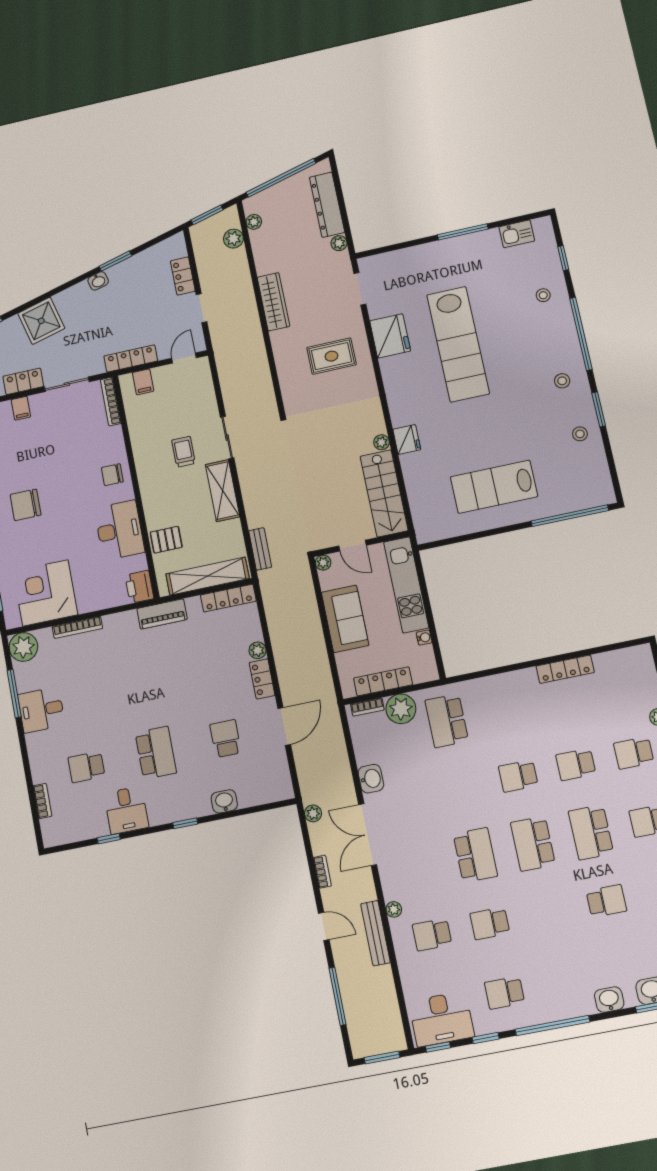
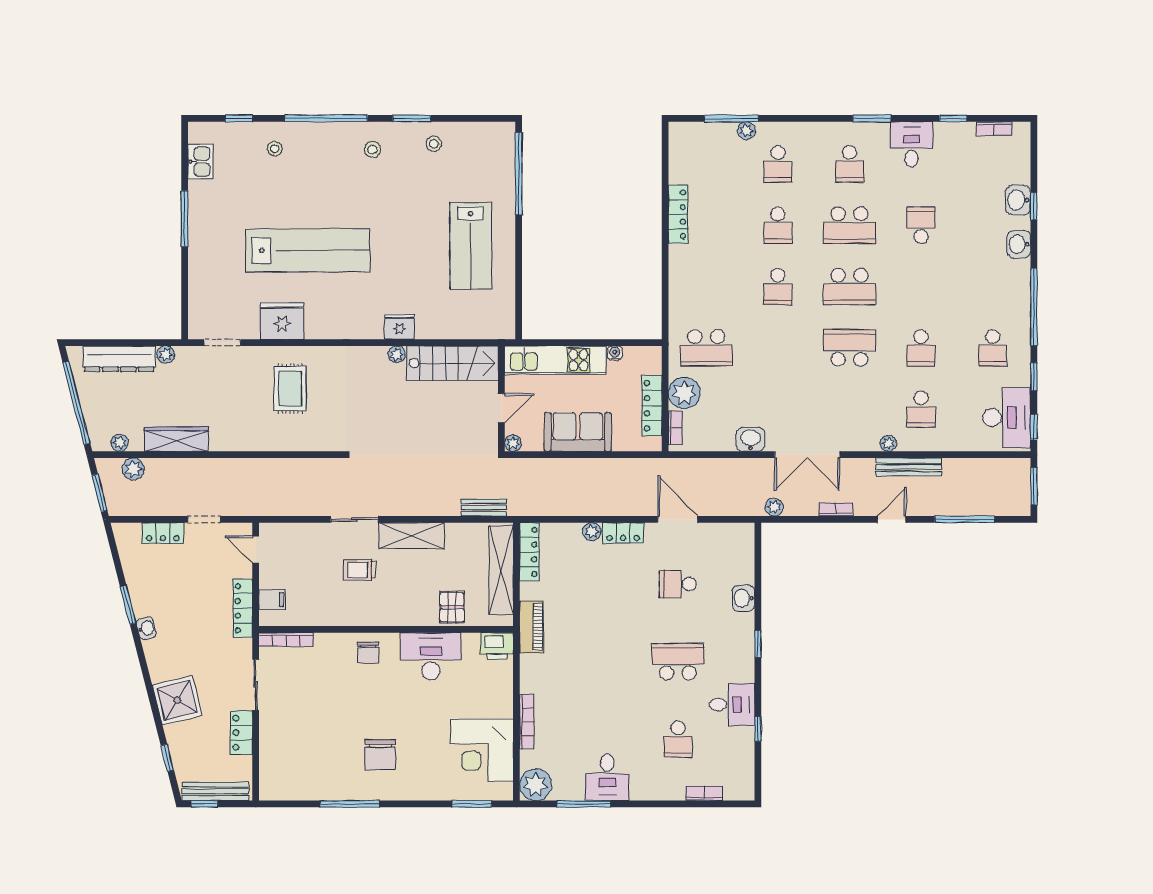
wardrobe: (273, 302) -> (176, 439), moved
filing cabinet: (21, 408) -> (271, 741), removed

